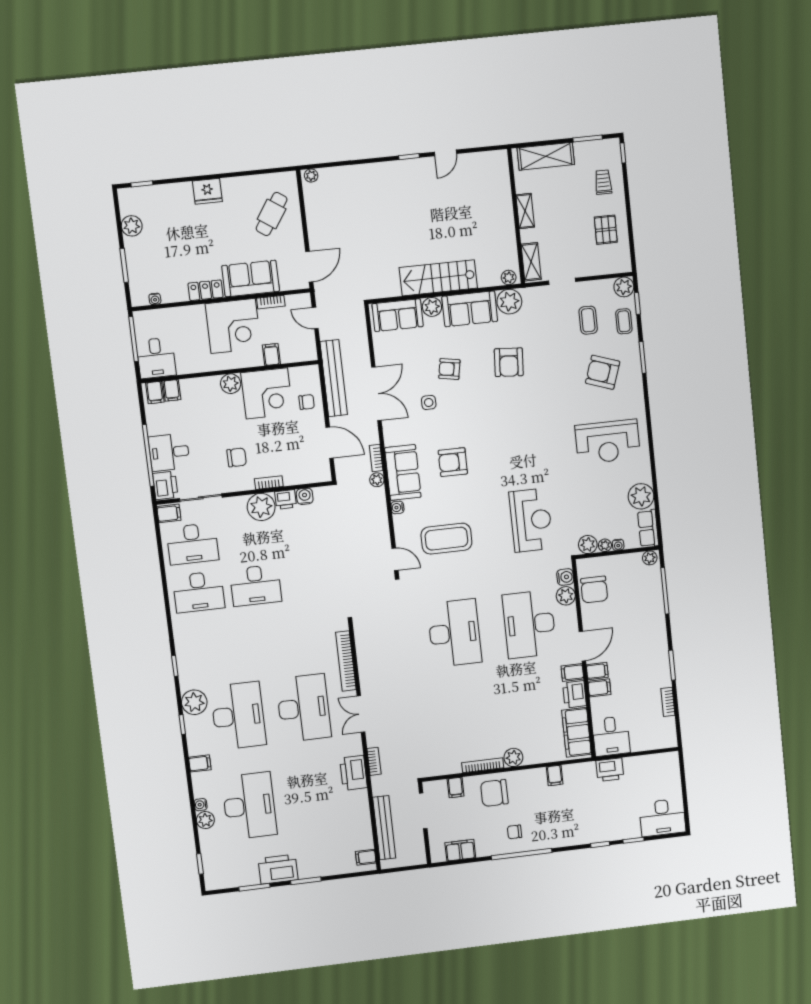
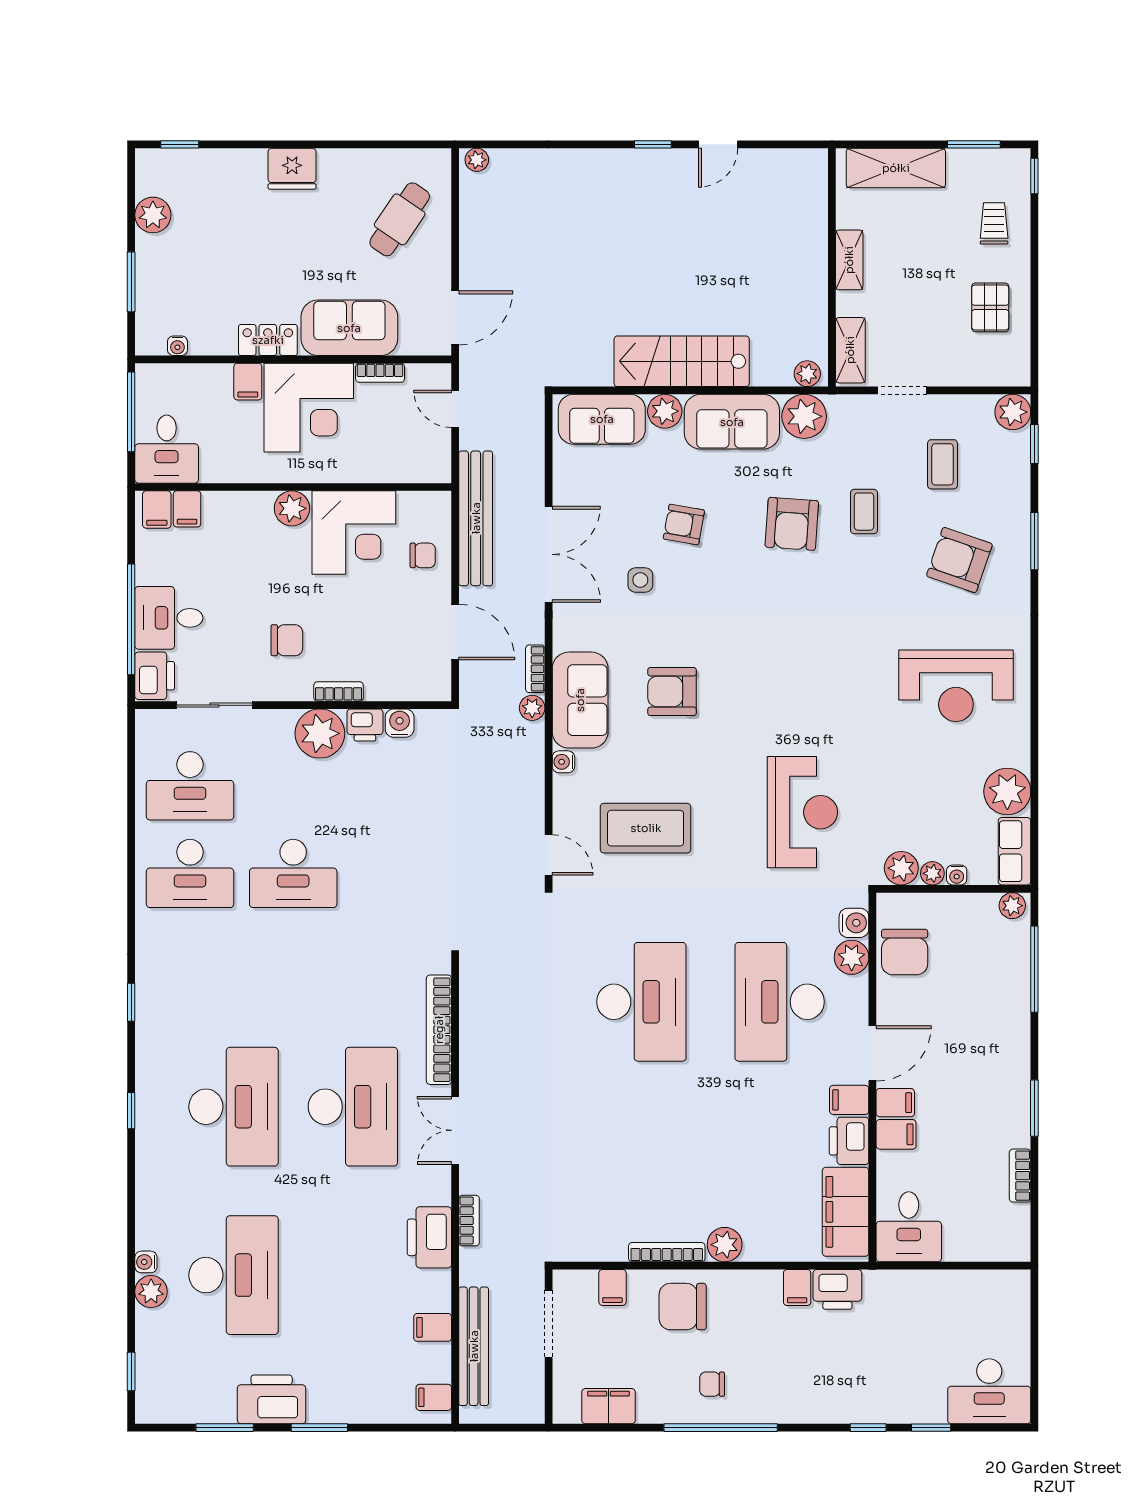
coffee table: (624, 321) -> (864, 512), moved
filing cabinet: (271, 354) -> (248, 382), moved, turned 180
filing cabinet: (169, 513) -> (155, 727), removed
plant: (194, 702) -> (158, 1073), removed
filing cabinet: (200, 763) -> (433, 1327), moved, turned 180
printer: (610, 770) -> (837, 1289), moved

